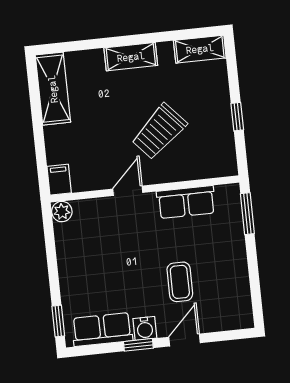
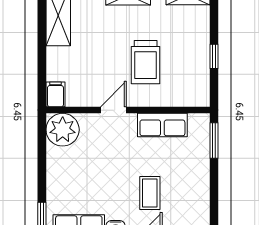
trolley: (159, 132) -> (146, 62), turned -48
plant: (62, 212) -> (63, 130), width x1.87, depth x1.87

